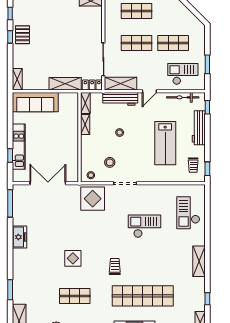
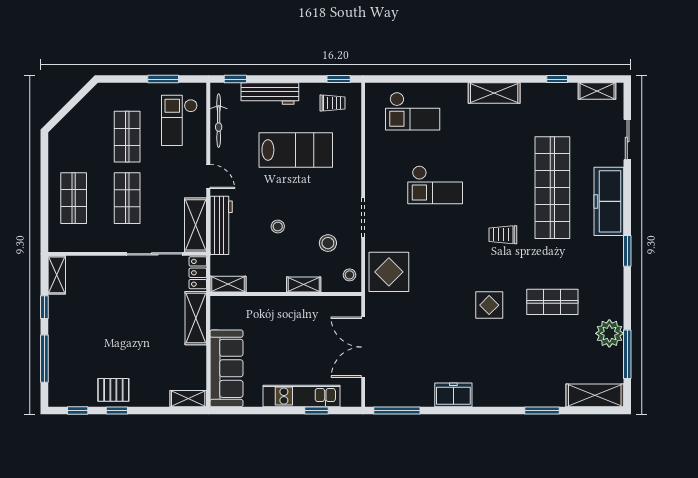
shelving: (85, 124) -> (304, 285), moved
checkout: (144, 226) -> (435, 185), turned -90
shop shelf: (75, 296) -> (552, 302), turned 90

